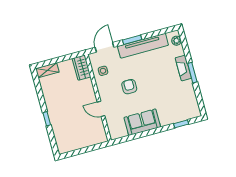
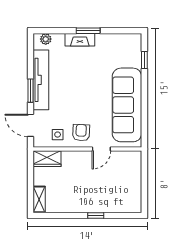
armchair: (129, 87) -> (81, 133), moved, turned 93
sofa: (142, 122) -> (127, 105), width x1.85, depth x1.27

